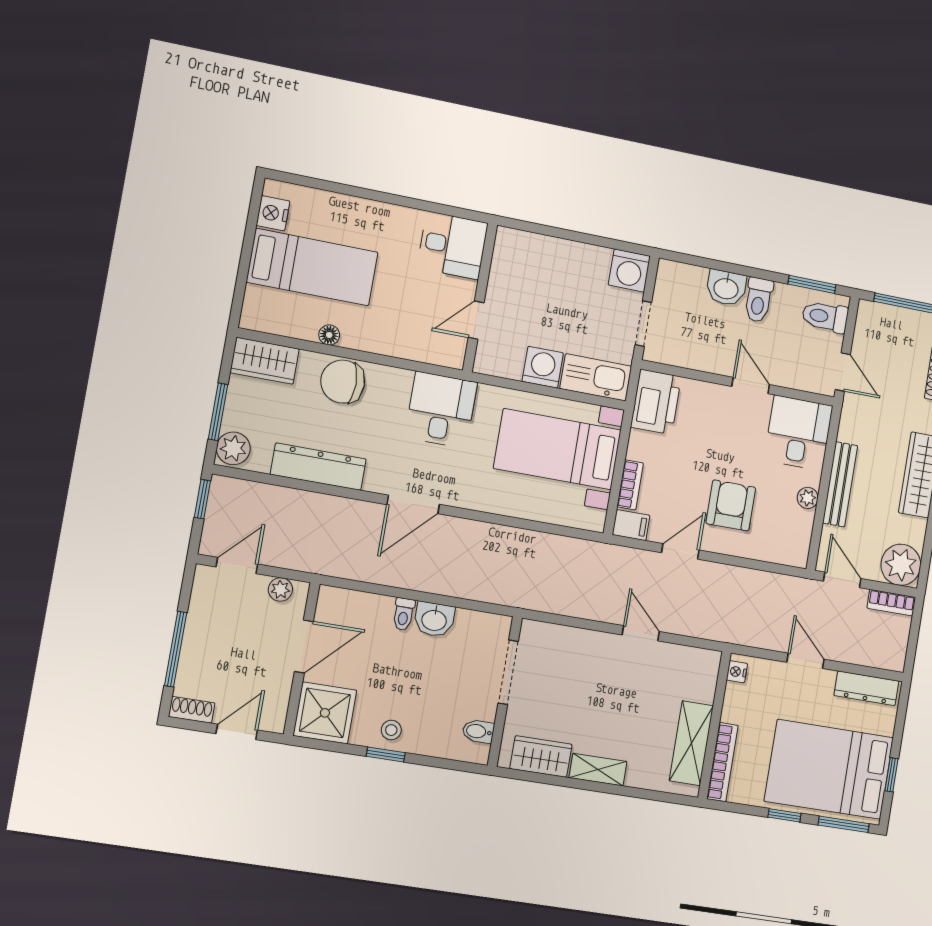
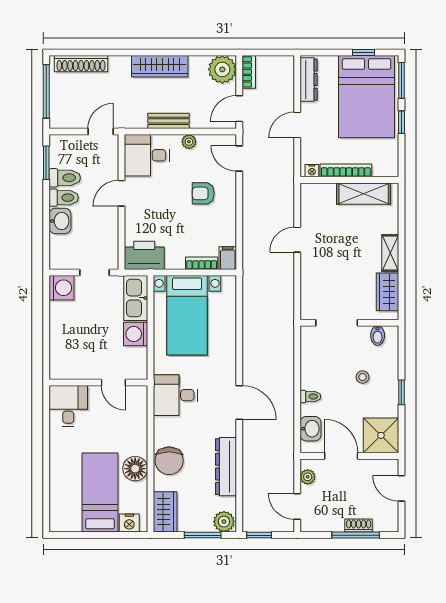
nightstand: (273, 213) -> (129, 523), moved
toilet: (825, 317) -> (65, 178), moved, turned -90
floor lamp: (329, 335) -> (135, 469), width x1.89, depth x1.89
bench: (840, 484) -> (168, 121), width x0.73
armchair: (731, 505) -> (203, 193), width x0.72, depth x0.72
door: (680, 551) -> (239, 159), moved
washbasin: (434, 620) -> (311, 429), moved
shoe rack: (192, 710) -> (359, 526), moved, turned 90
stool: (391, 730) -> (363, 377), moved
bookcase: (722, 762) -> (346, 170), moved

